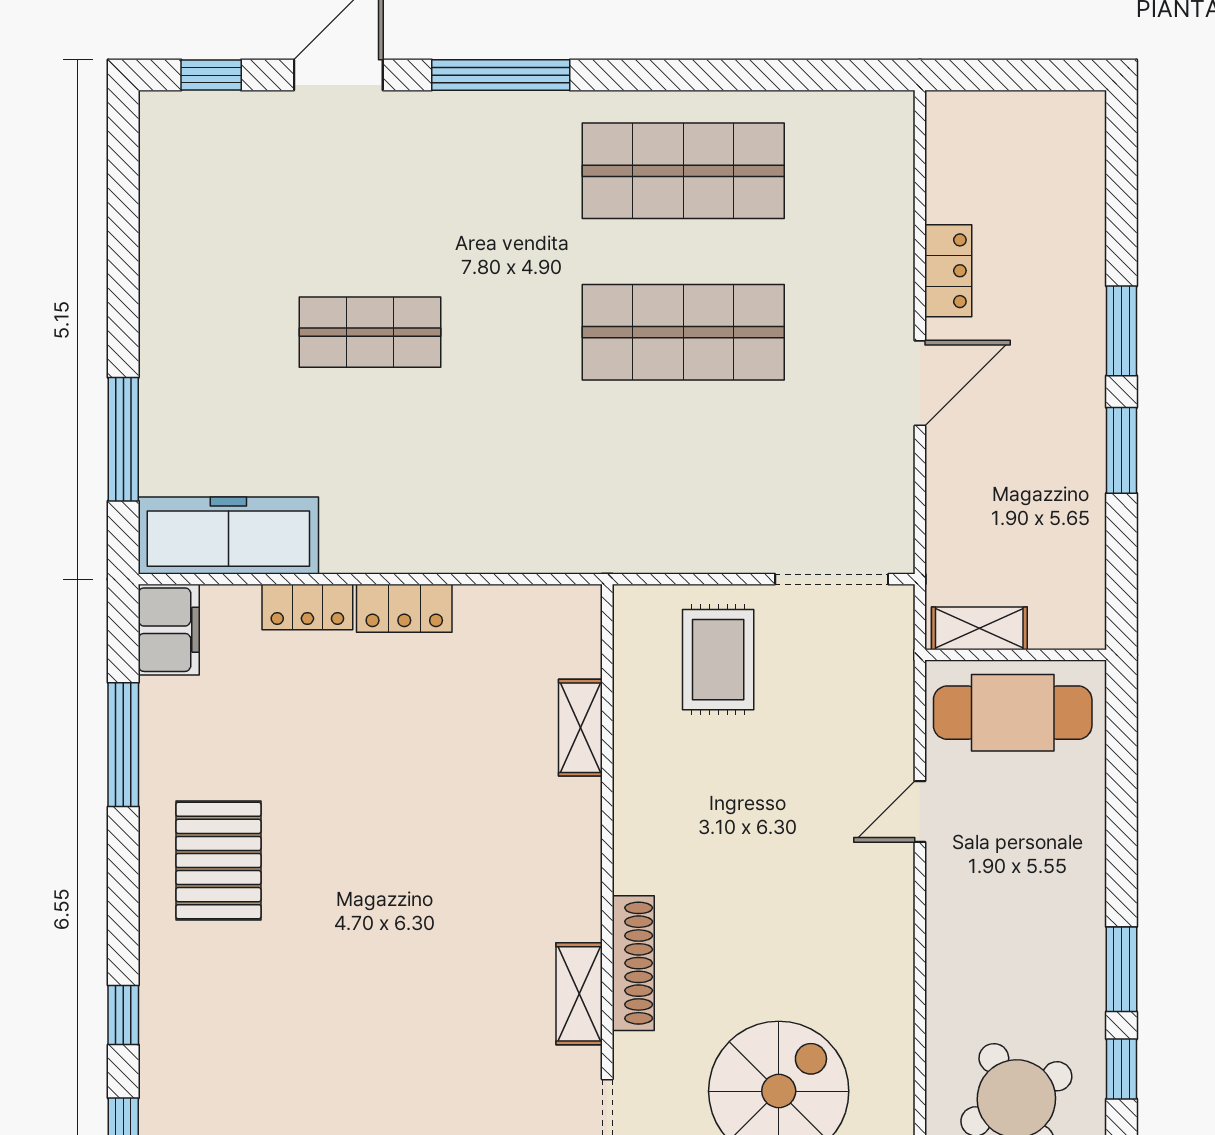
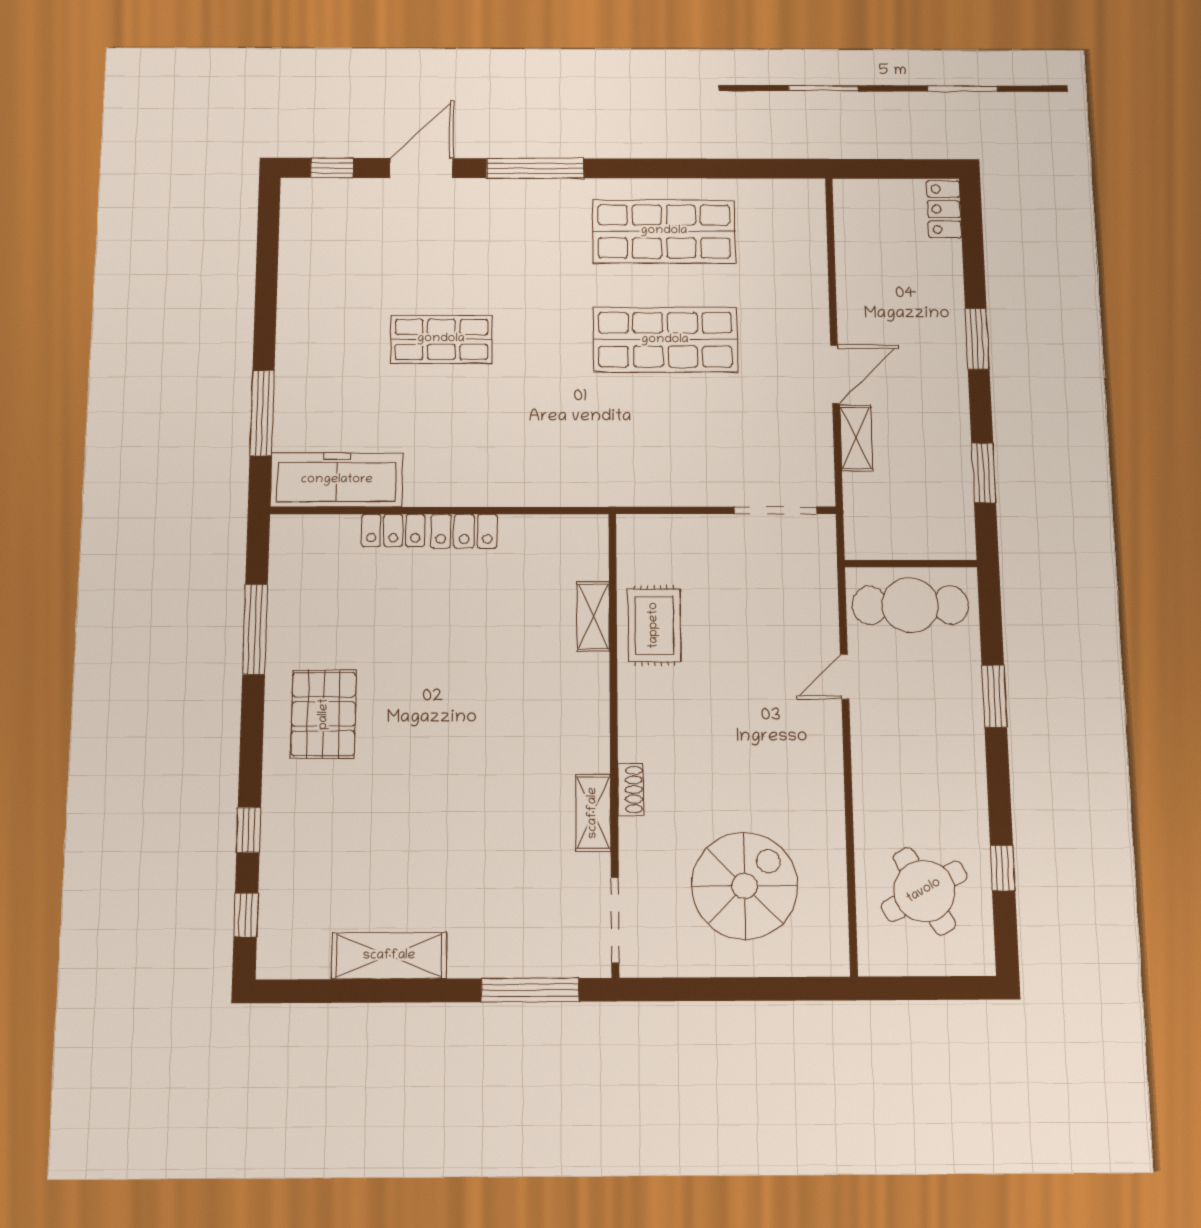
locker: (948, 271) -> (944, 209), moved, turned 180
window: (1122, 450) -> (984, 473), moved
shelving: (979, 628) -> (856, 438), moved, turned 90
filing cabinet: (169, 630) -> (291, 547), removed
rug: (718, 660) -> (654, 625), moved
shoe rack: (633, 963) -> (631, 789), width x0.51, depth x0.81
window: (1122, 969) -> (994, 696), moved

